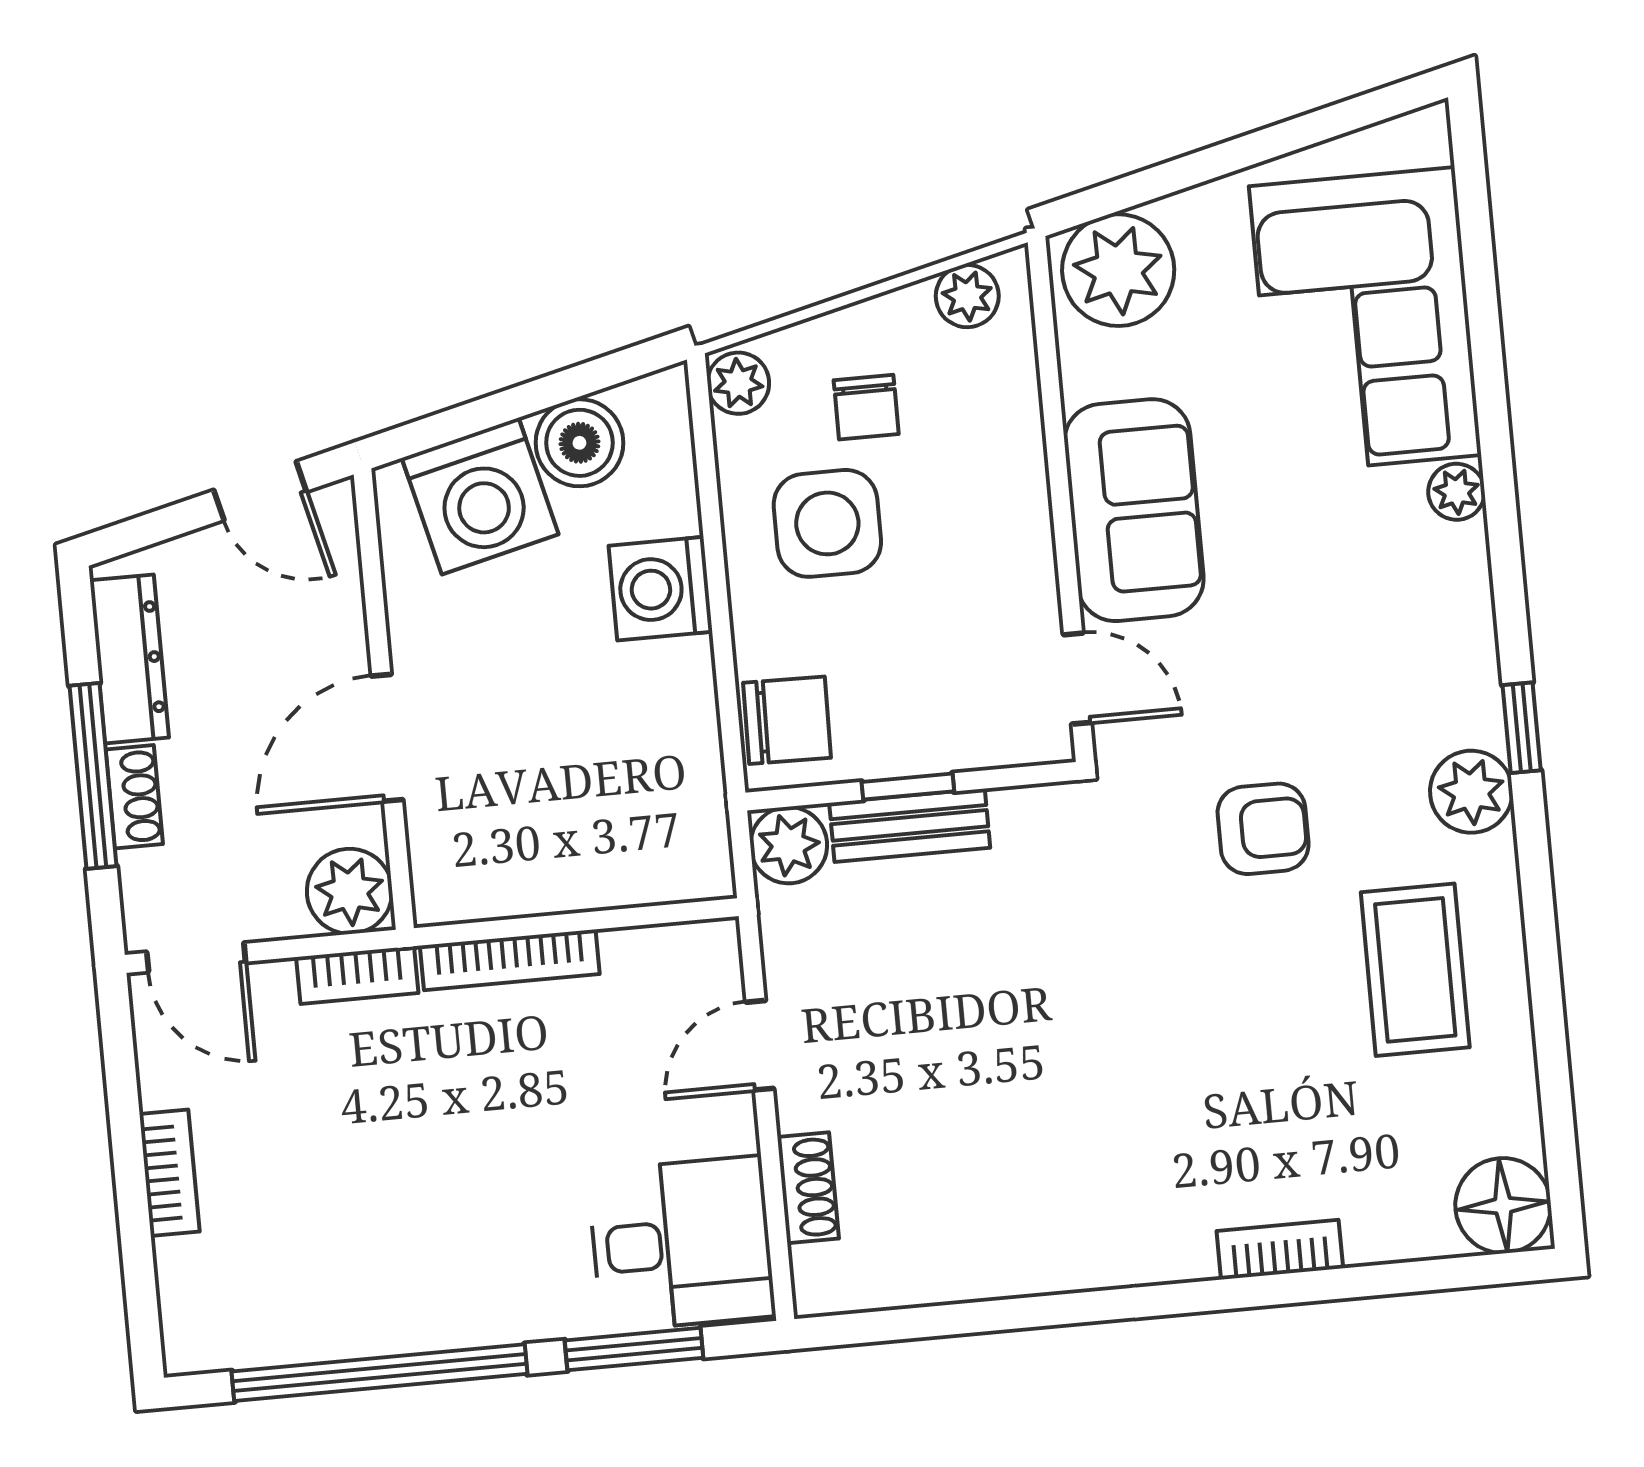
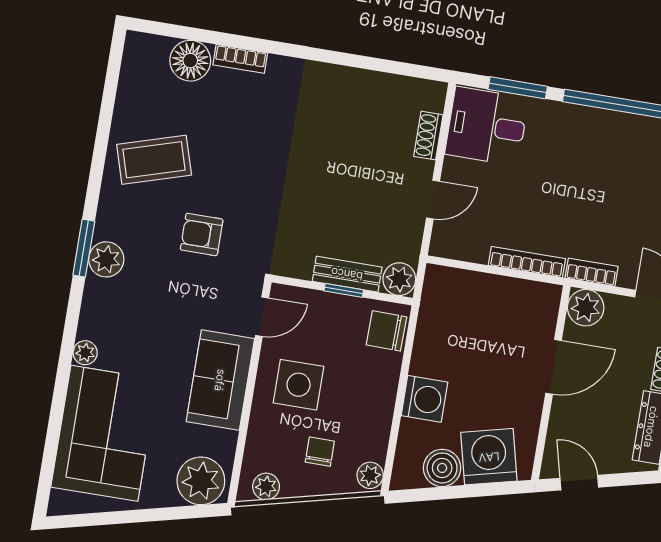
side table: (827, 523) -> (299, 385), moved
door: (1077, 679) -> (262, 317), swing flipped
window: (1522, 728) -> (84, 248), width x1.50
plant: (1471, 792) -> (106, 259), moved
coffee table: (1415, 970) -> (154, 160), turned 73
floor lamp: (1503, 1206) -> (190, 61), moved

